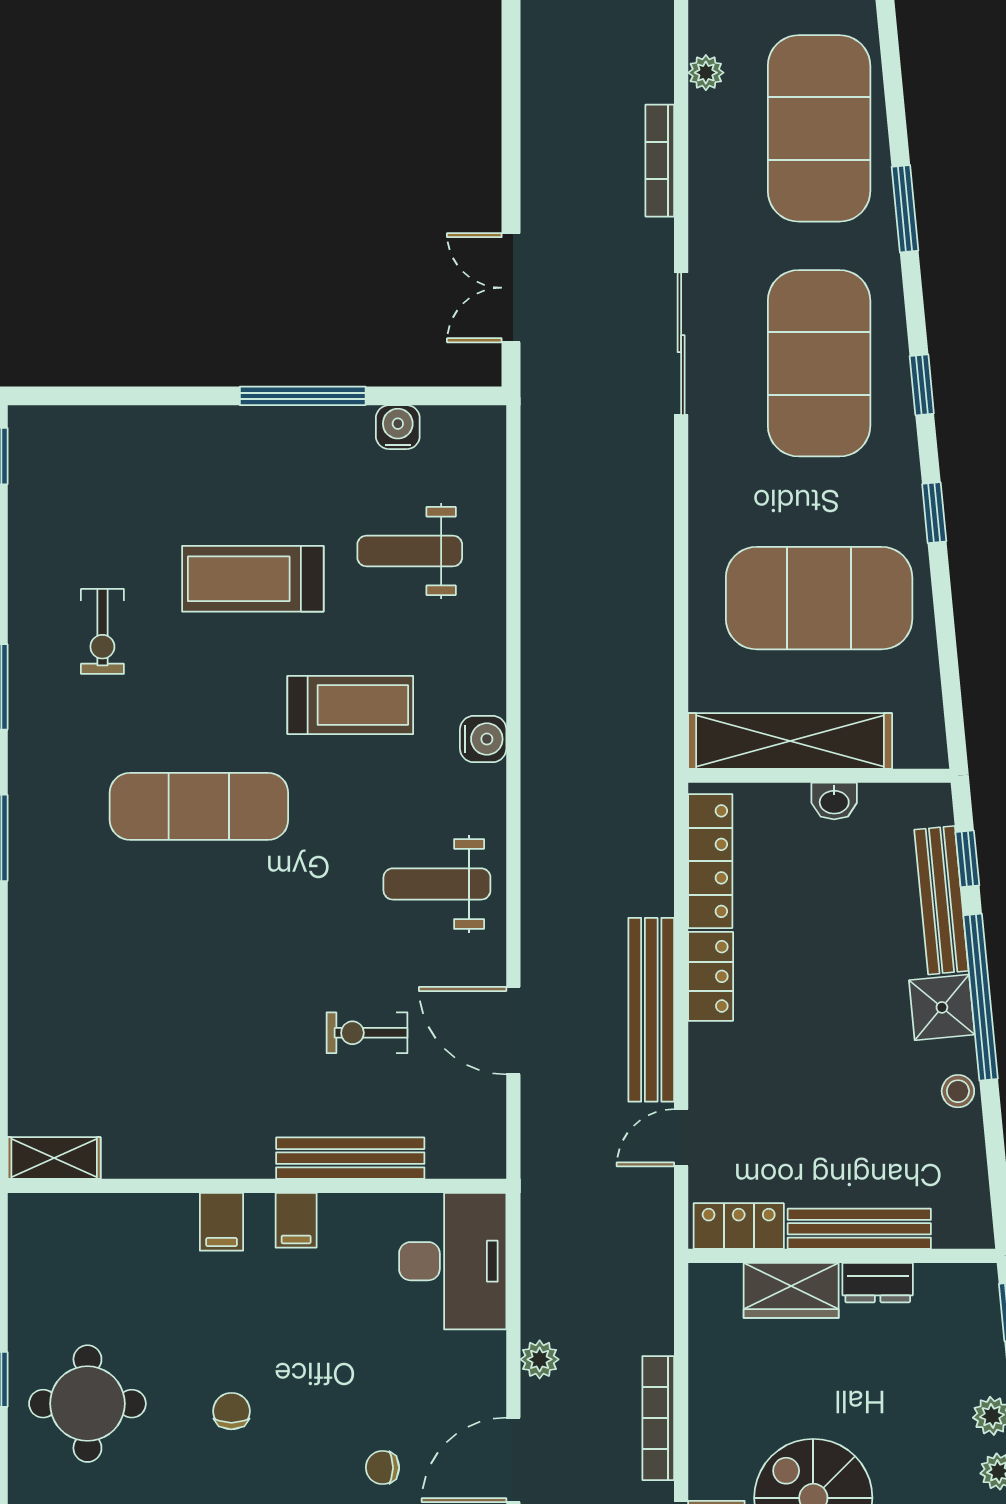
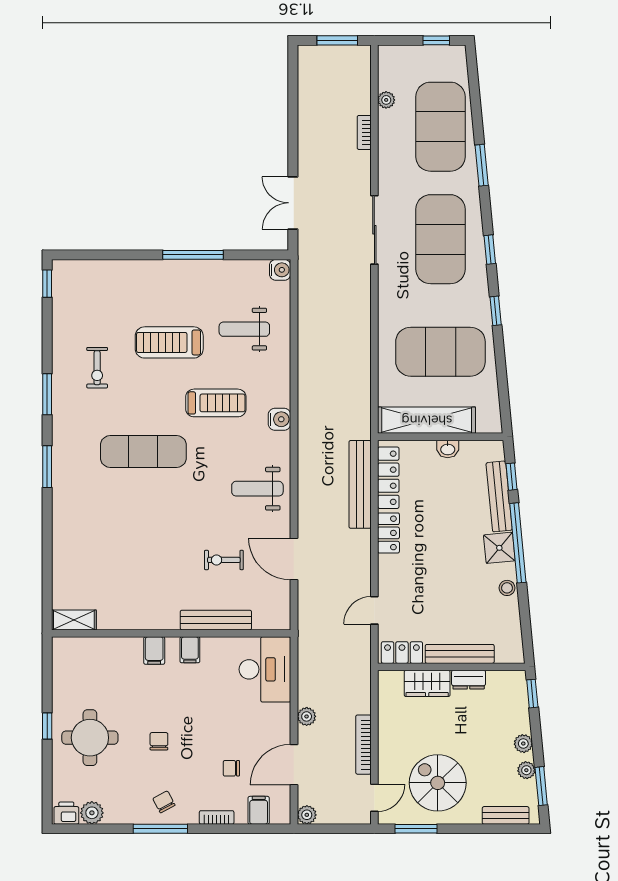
bookcase: (660, 161) -> (364, 132), width x0.64
water cooler: (398, 427) -> (280, 270), moved, turned 90
bench: (651, 1010) -> (360, 484), moved

